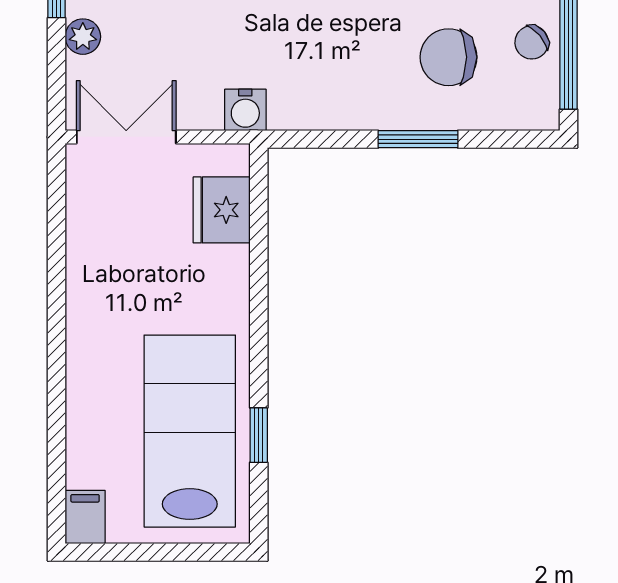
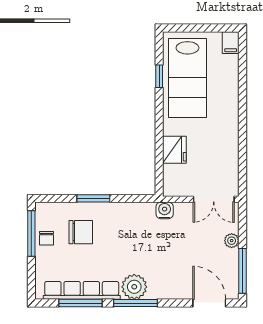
chair: (532, 42) -> (46, 238), turned 130
fridge: (222, 210) -> (174, 150), moved

